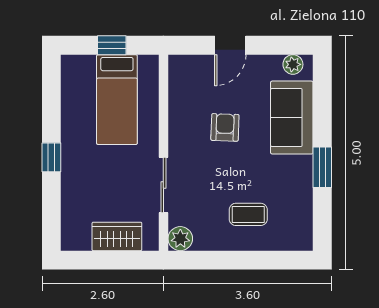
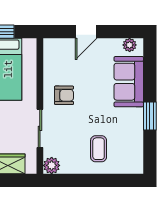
armchair: (225, 127) -> (64, 95), moved, turned 88
coffee table: (248, 214) -> (99, 149), turned 90

